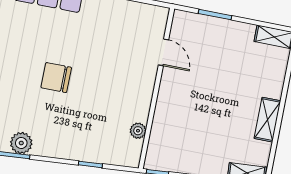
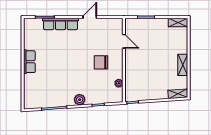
chair: (56, 78) -> (101, 62), moved
plant: (21, 143) -> (80, 100), moved

